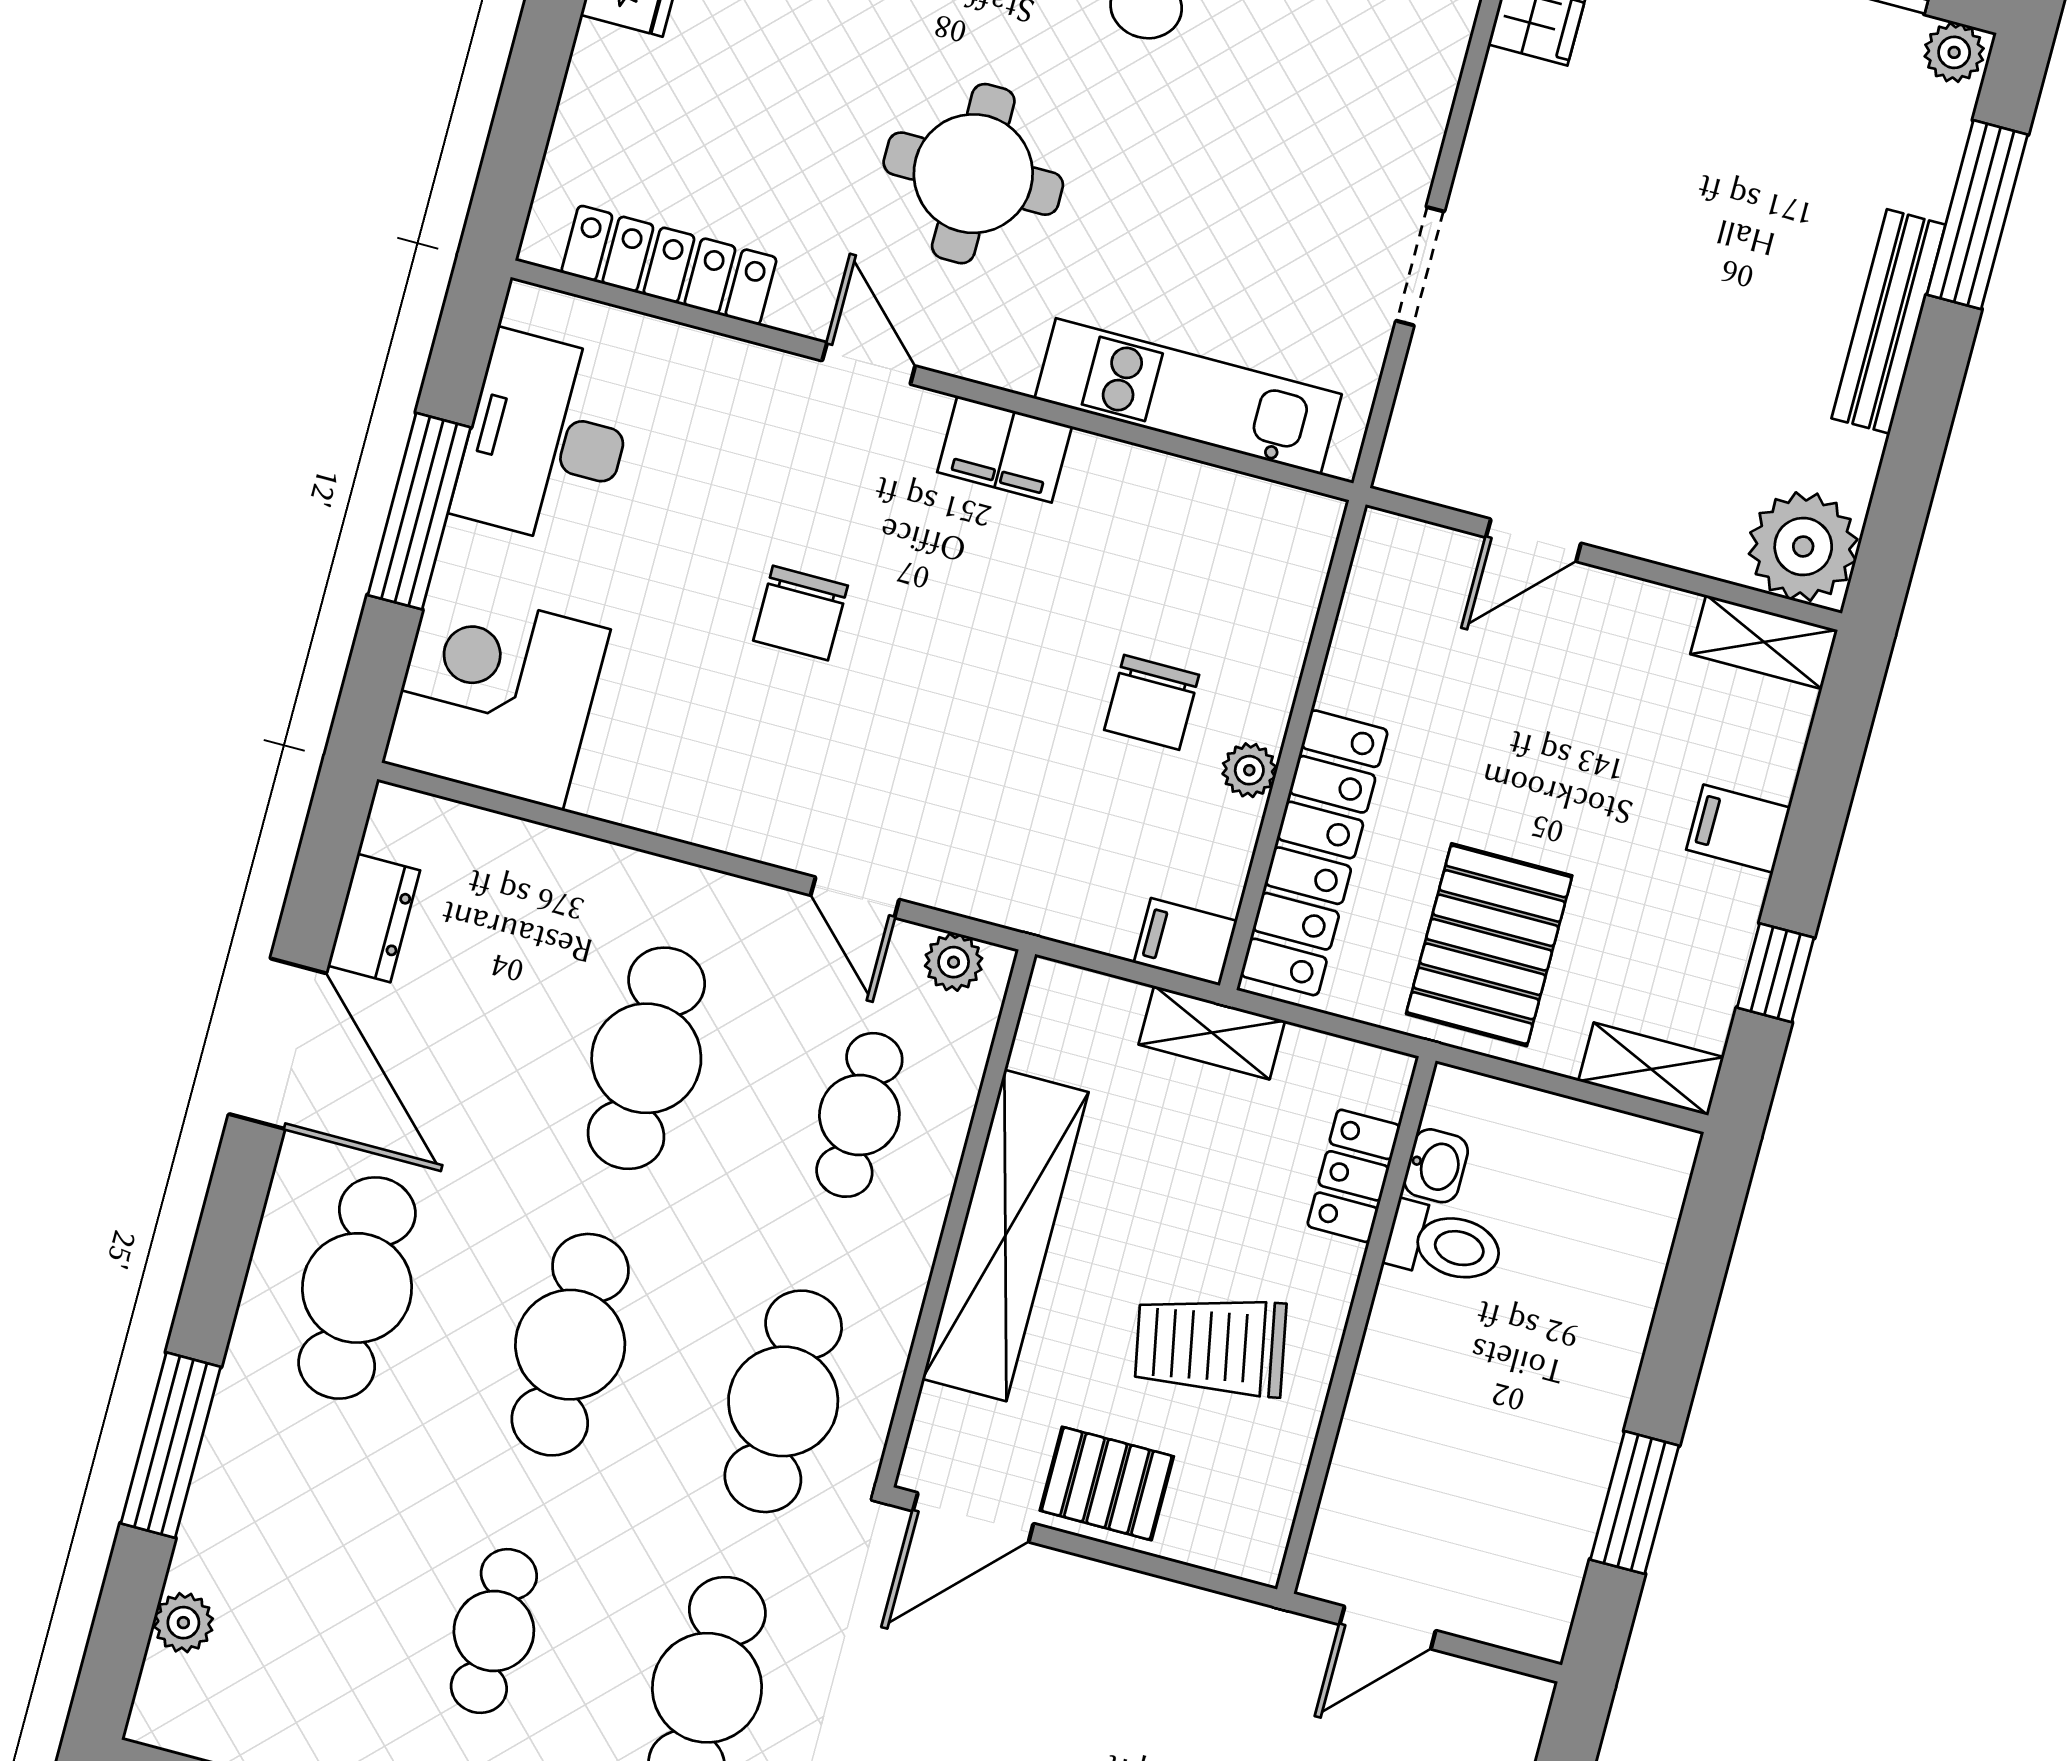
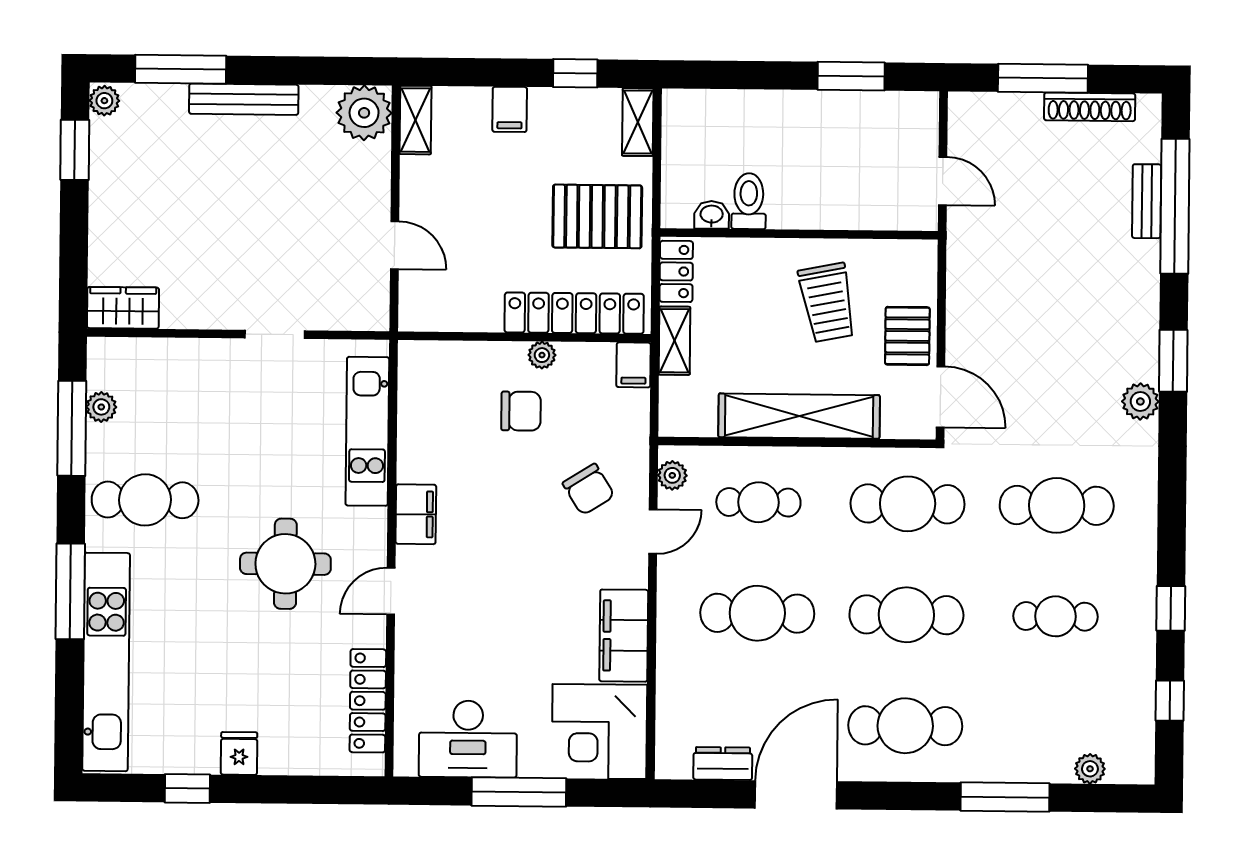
chair: (800, 613) -> (589, 489), moved, turned 58
filing cabinet: (669, 790) -> (624, 636), added
locker: (1354, 1176) -> (676, 271), moved, turned -90

